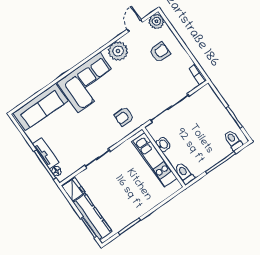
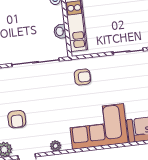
plant: (118, 51) -> (56, 146), width x0.53, depth x0.53
armchair: (160, 52) -> (17, 119), turned -90

